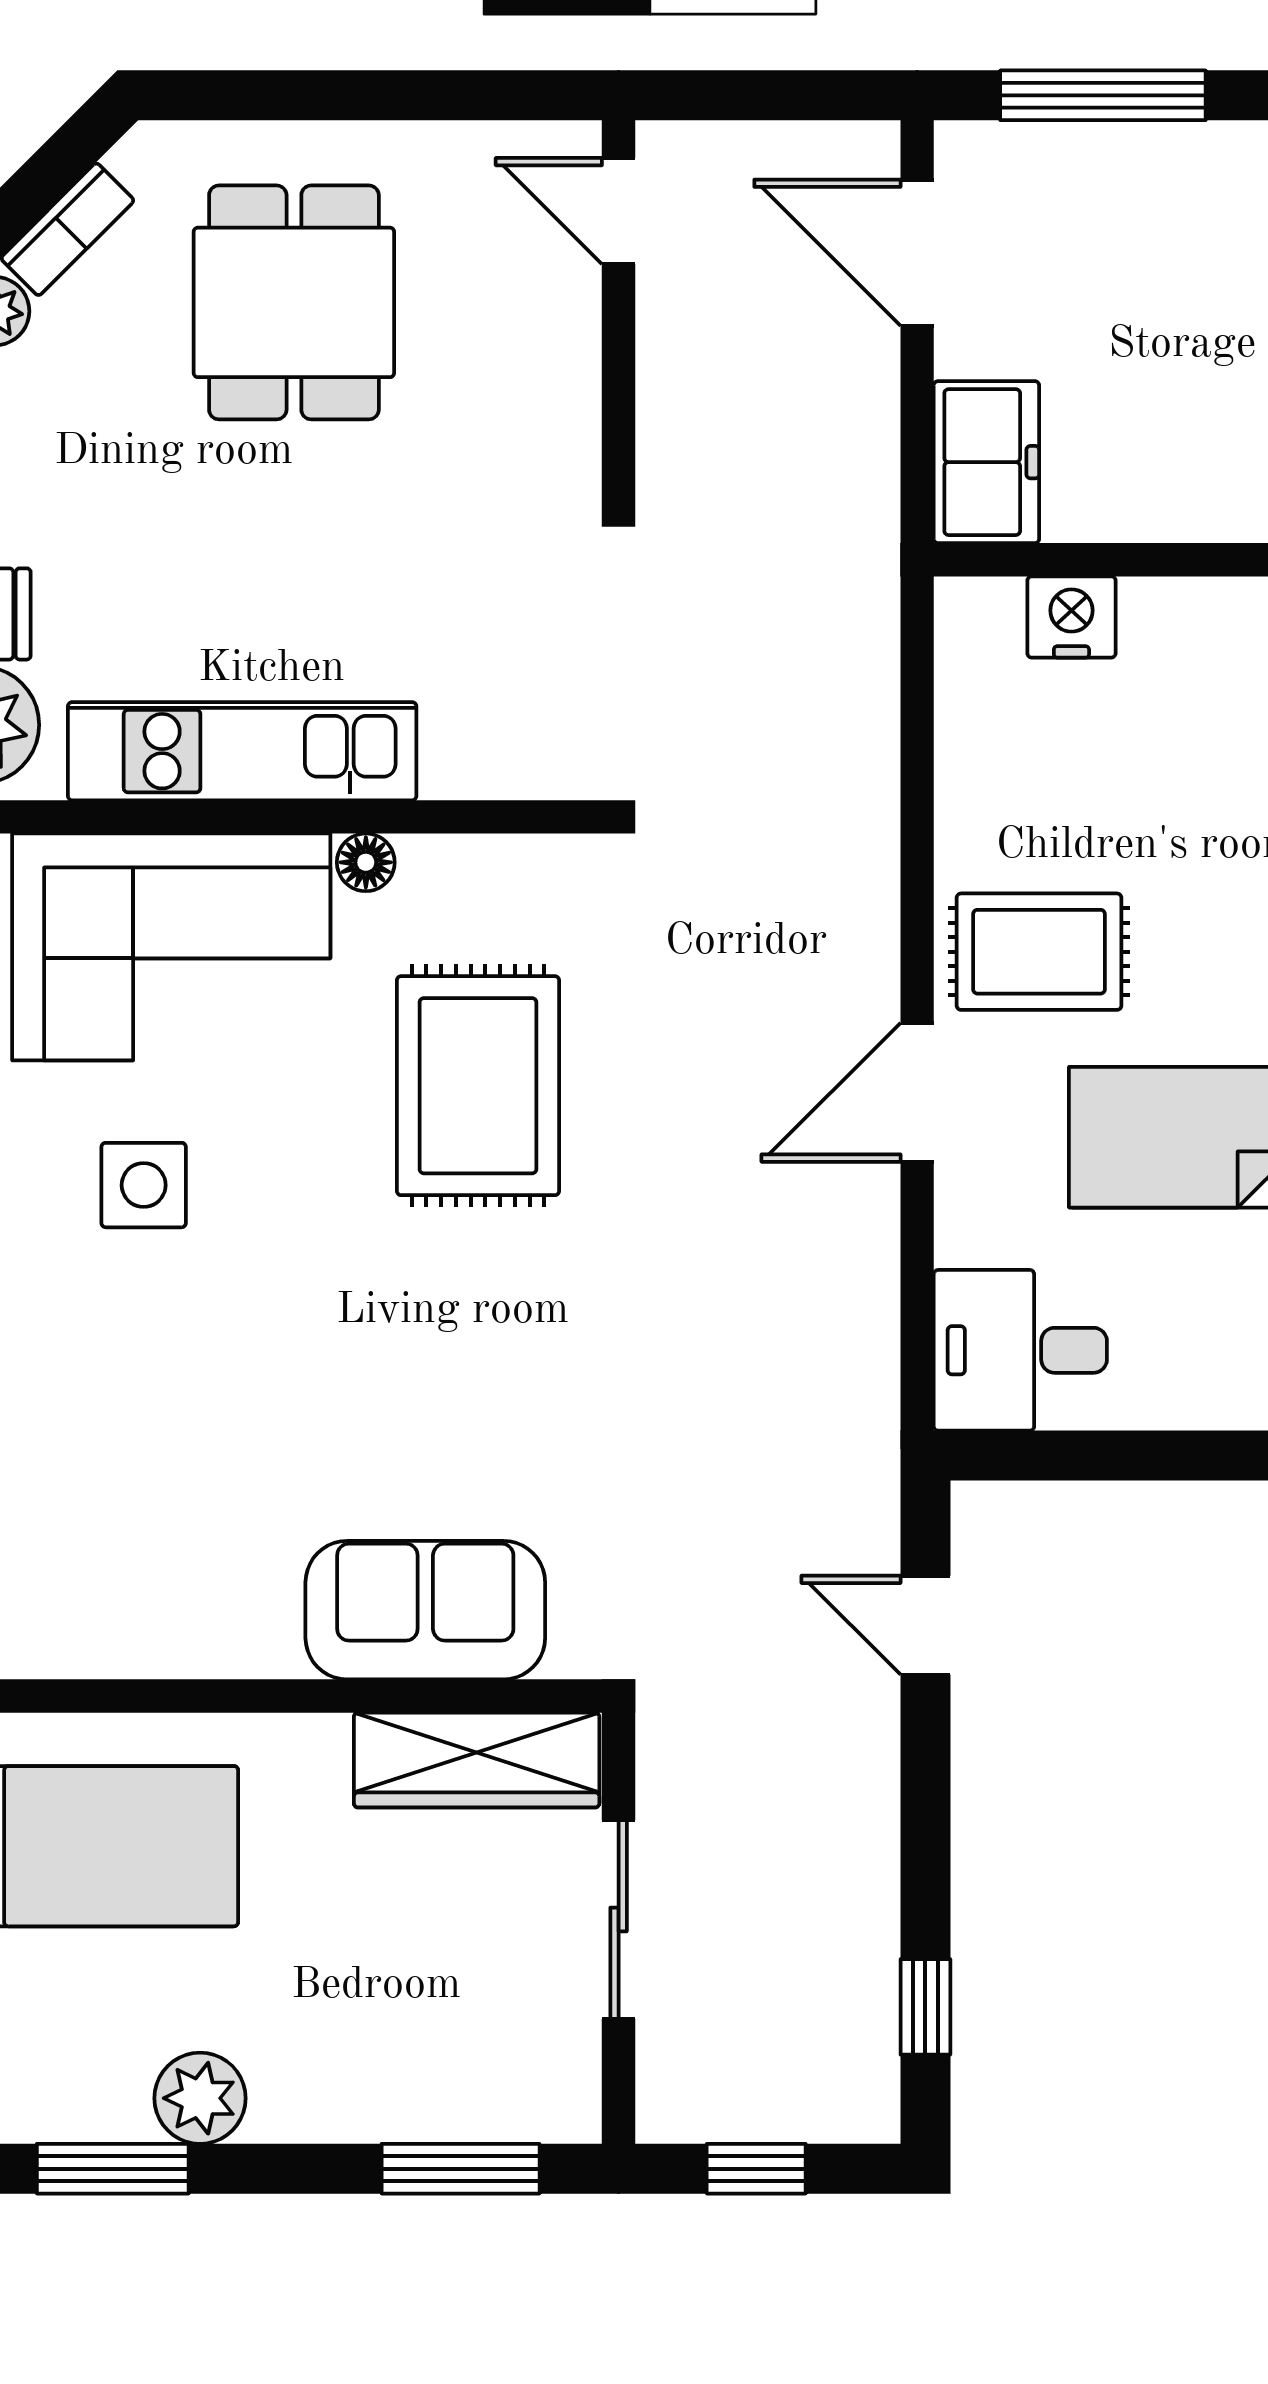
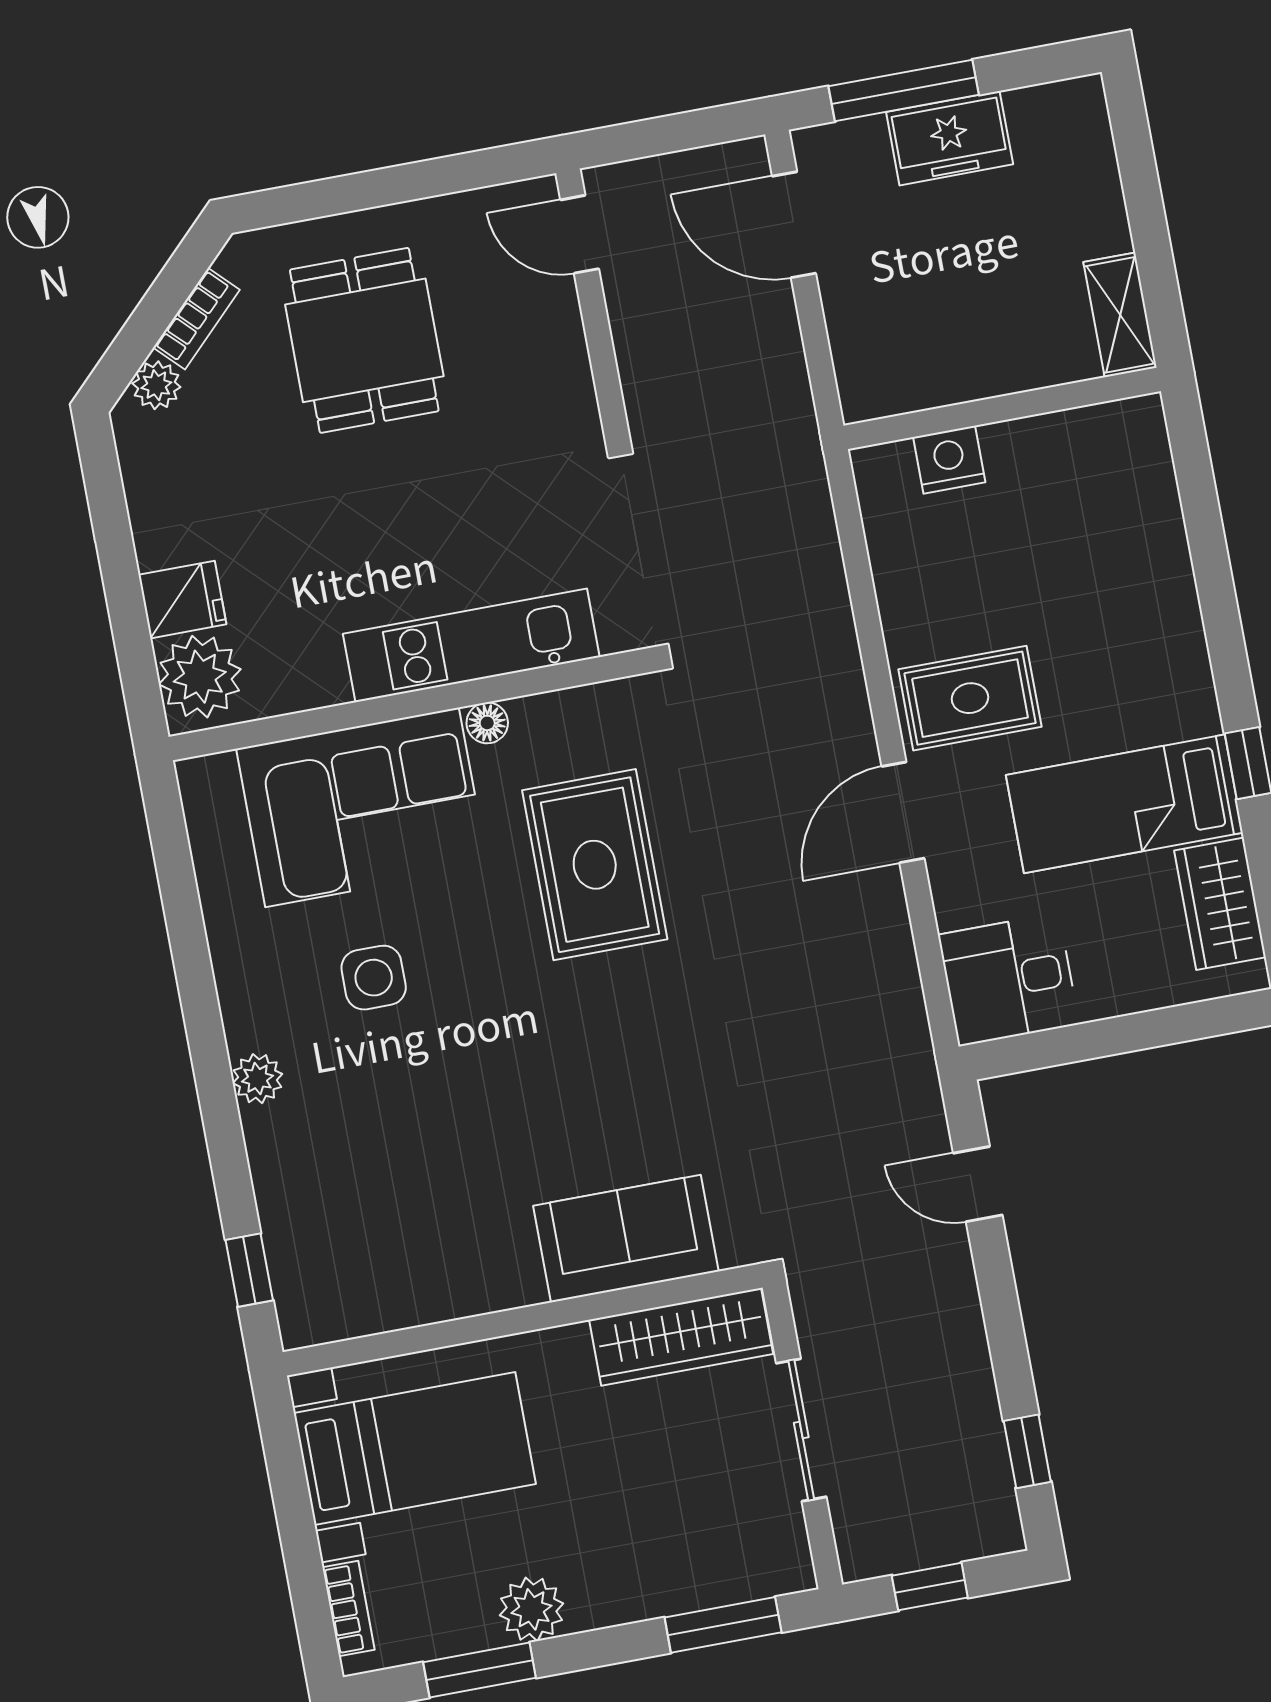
freezer: (986, 462) -> (950, 138), moved, turned 90
kitchen unit: (242, 751) -> (471, 645), moved

